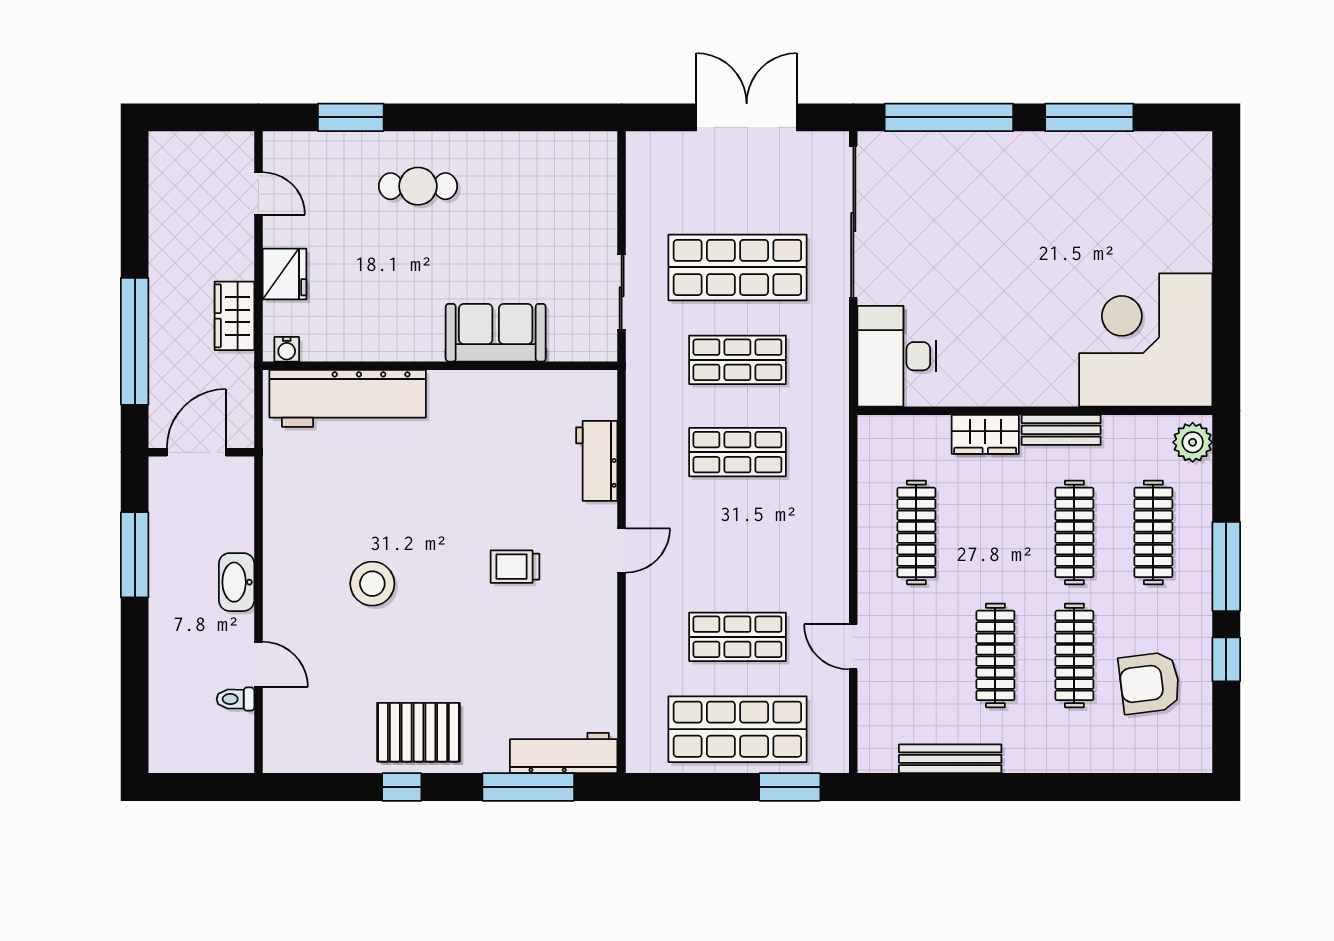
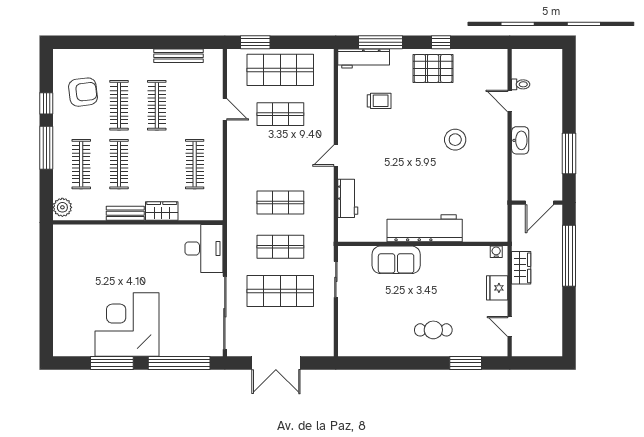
corner desk: (1146, 340) -> (127, 324), moved, turned 180
workbench: (348, 398) -> (425, 228), moved
trolley: (515, 567) -> (379, 101), moved

